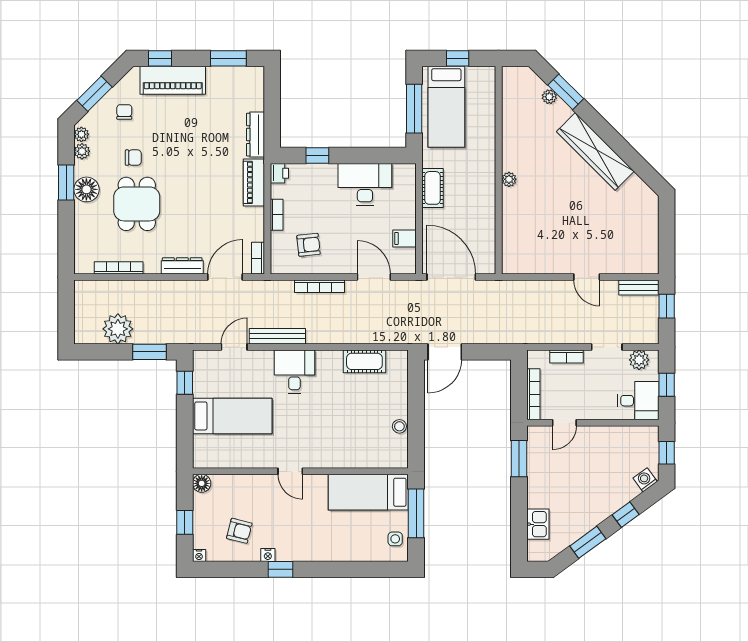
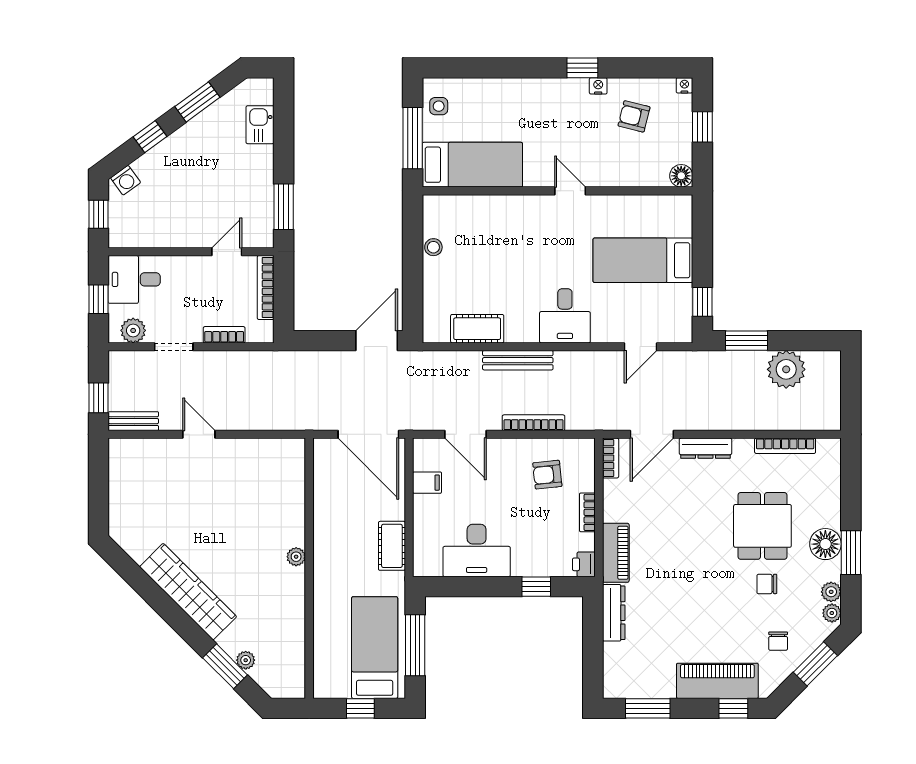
bench: (277, 336) -> (518, 360), moved

